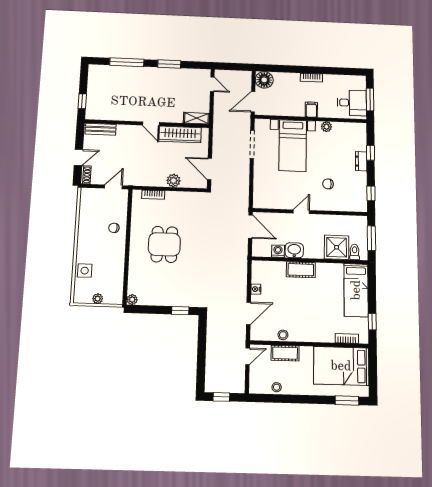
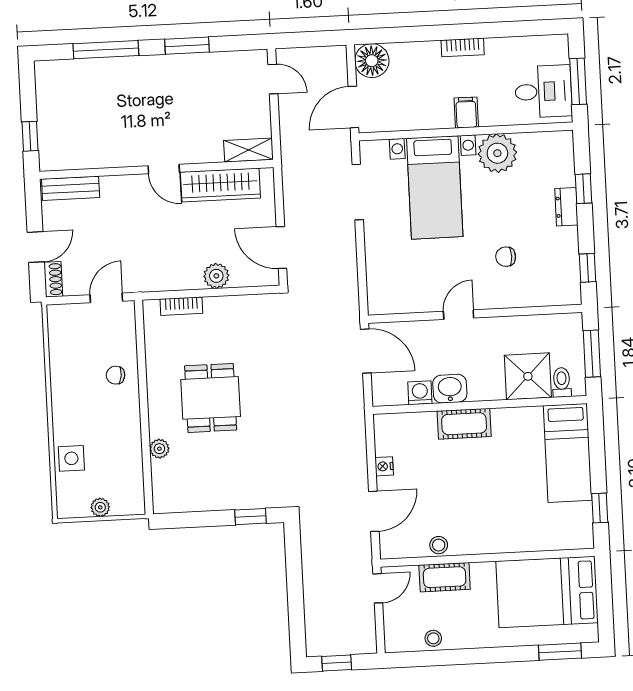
plant: (326, 127) -> (497, 153), width x1.87, depth x1.87
plant: (132, 300) -> (159, 449), moved
bookcase: (347, 338) -> (555, 542), removed

